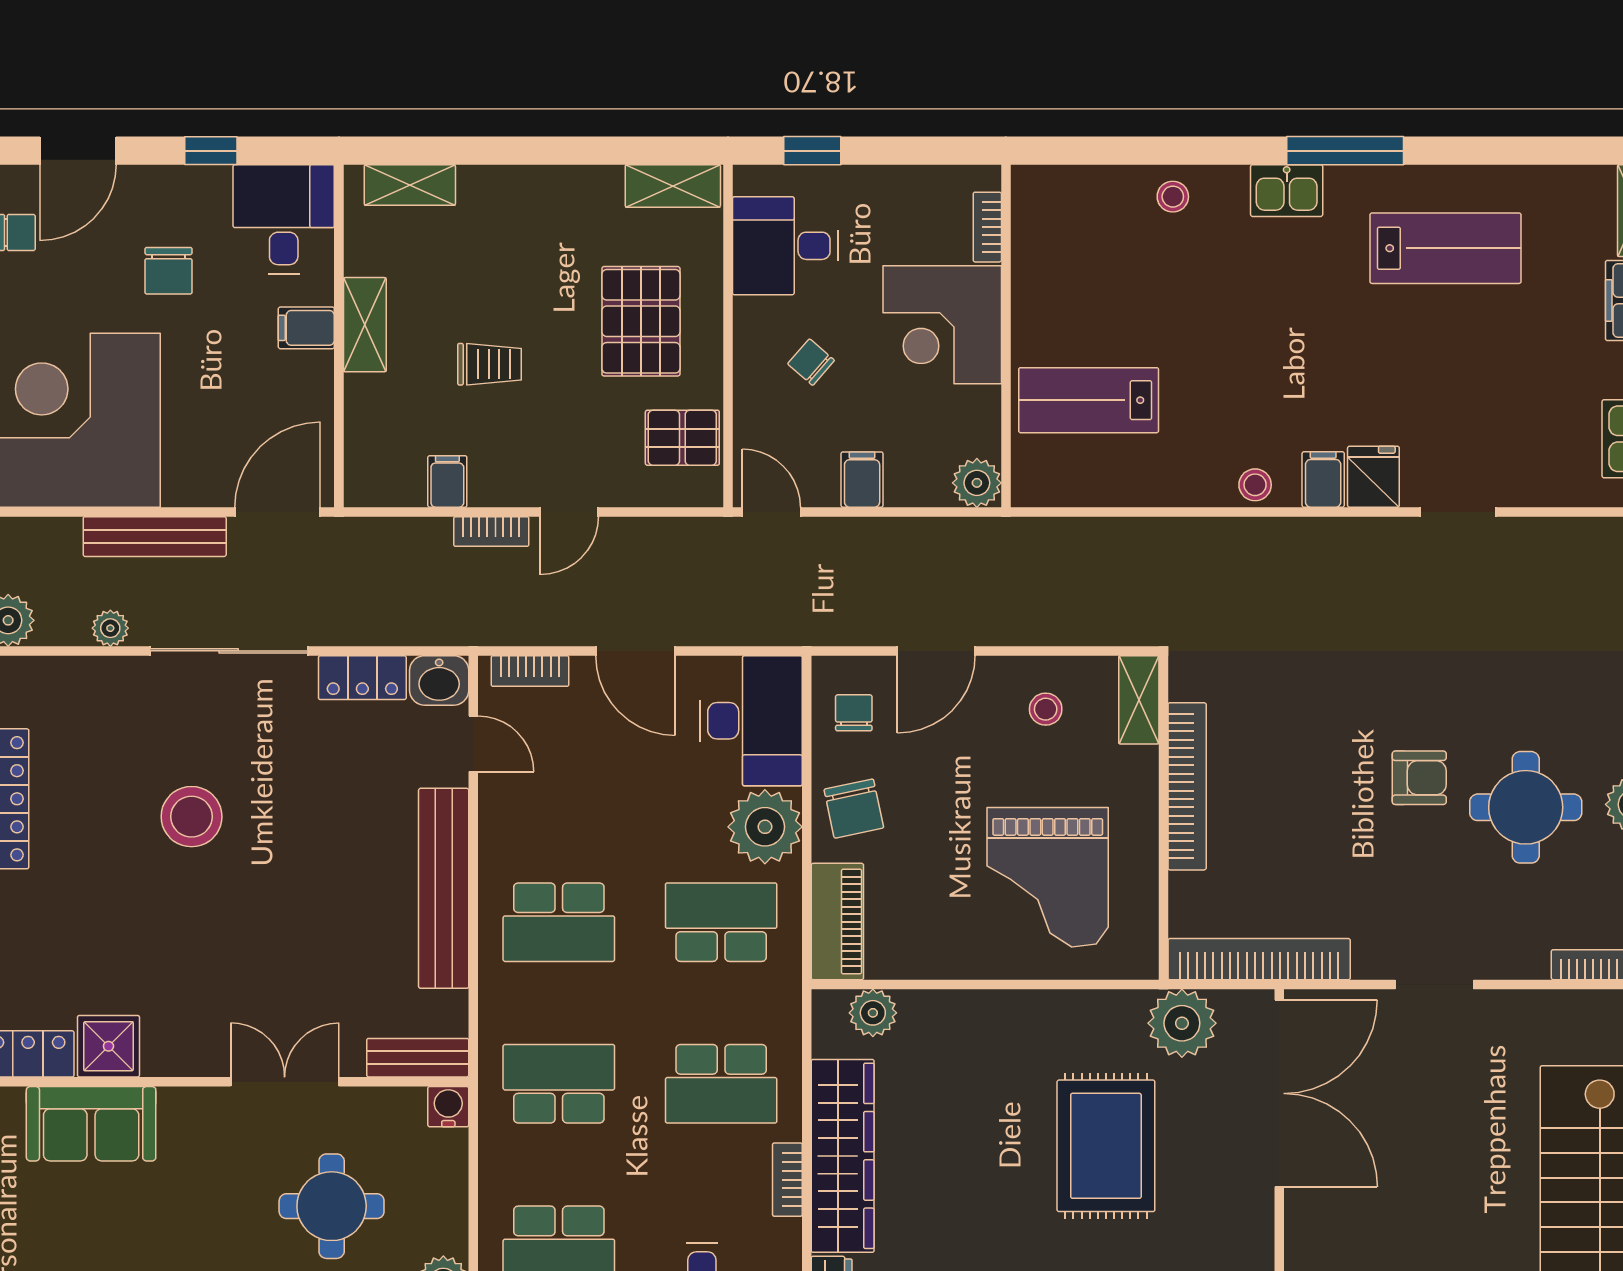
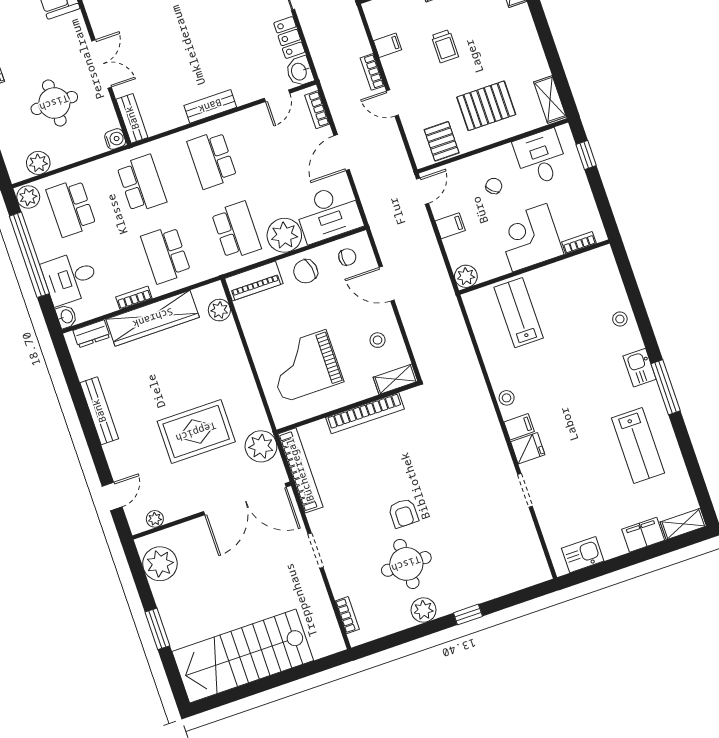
bench: (444, 888) -> (210, 106), width x0.54, depth x0.82

